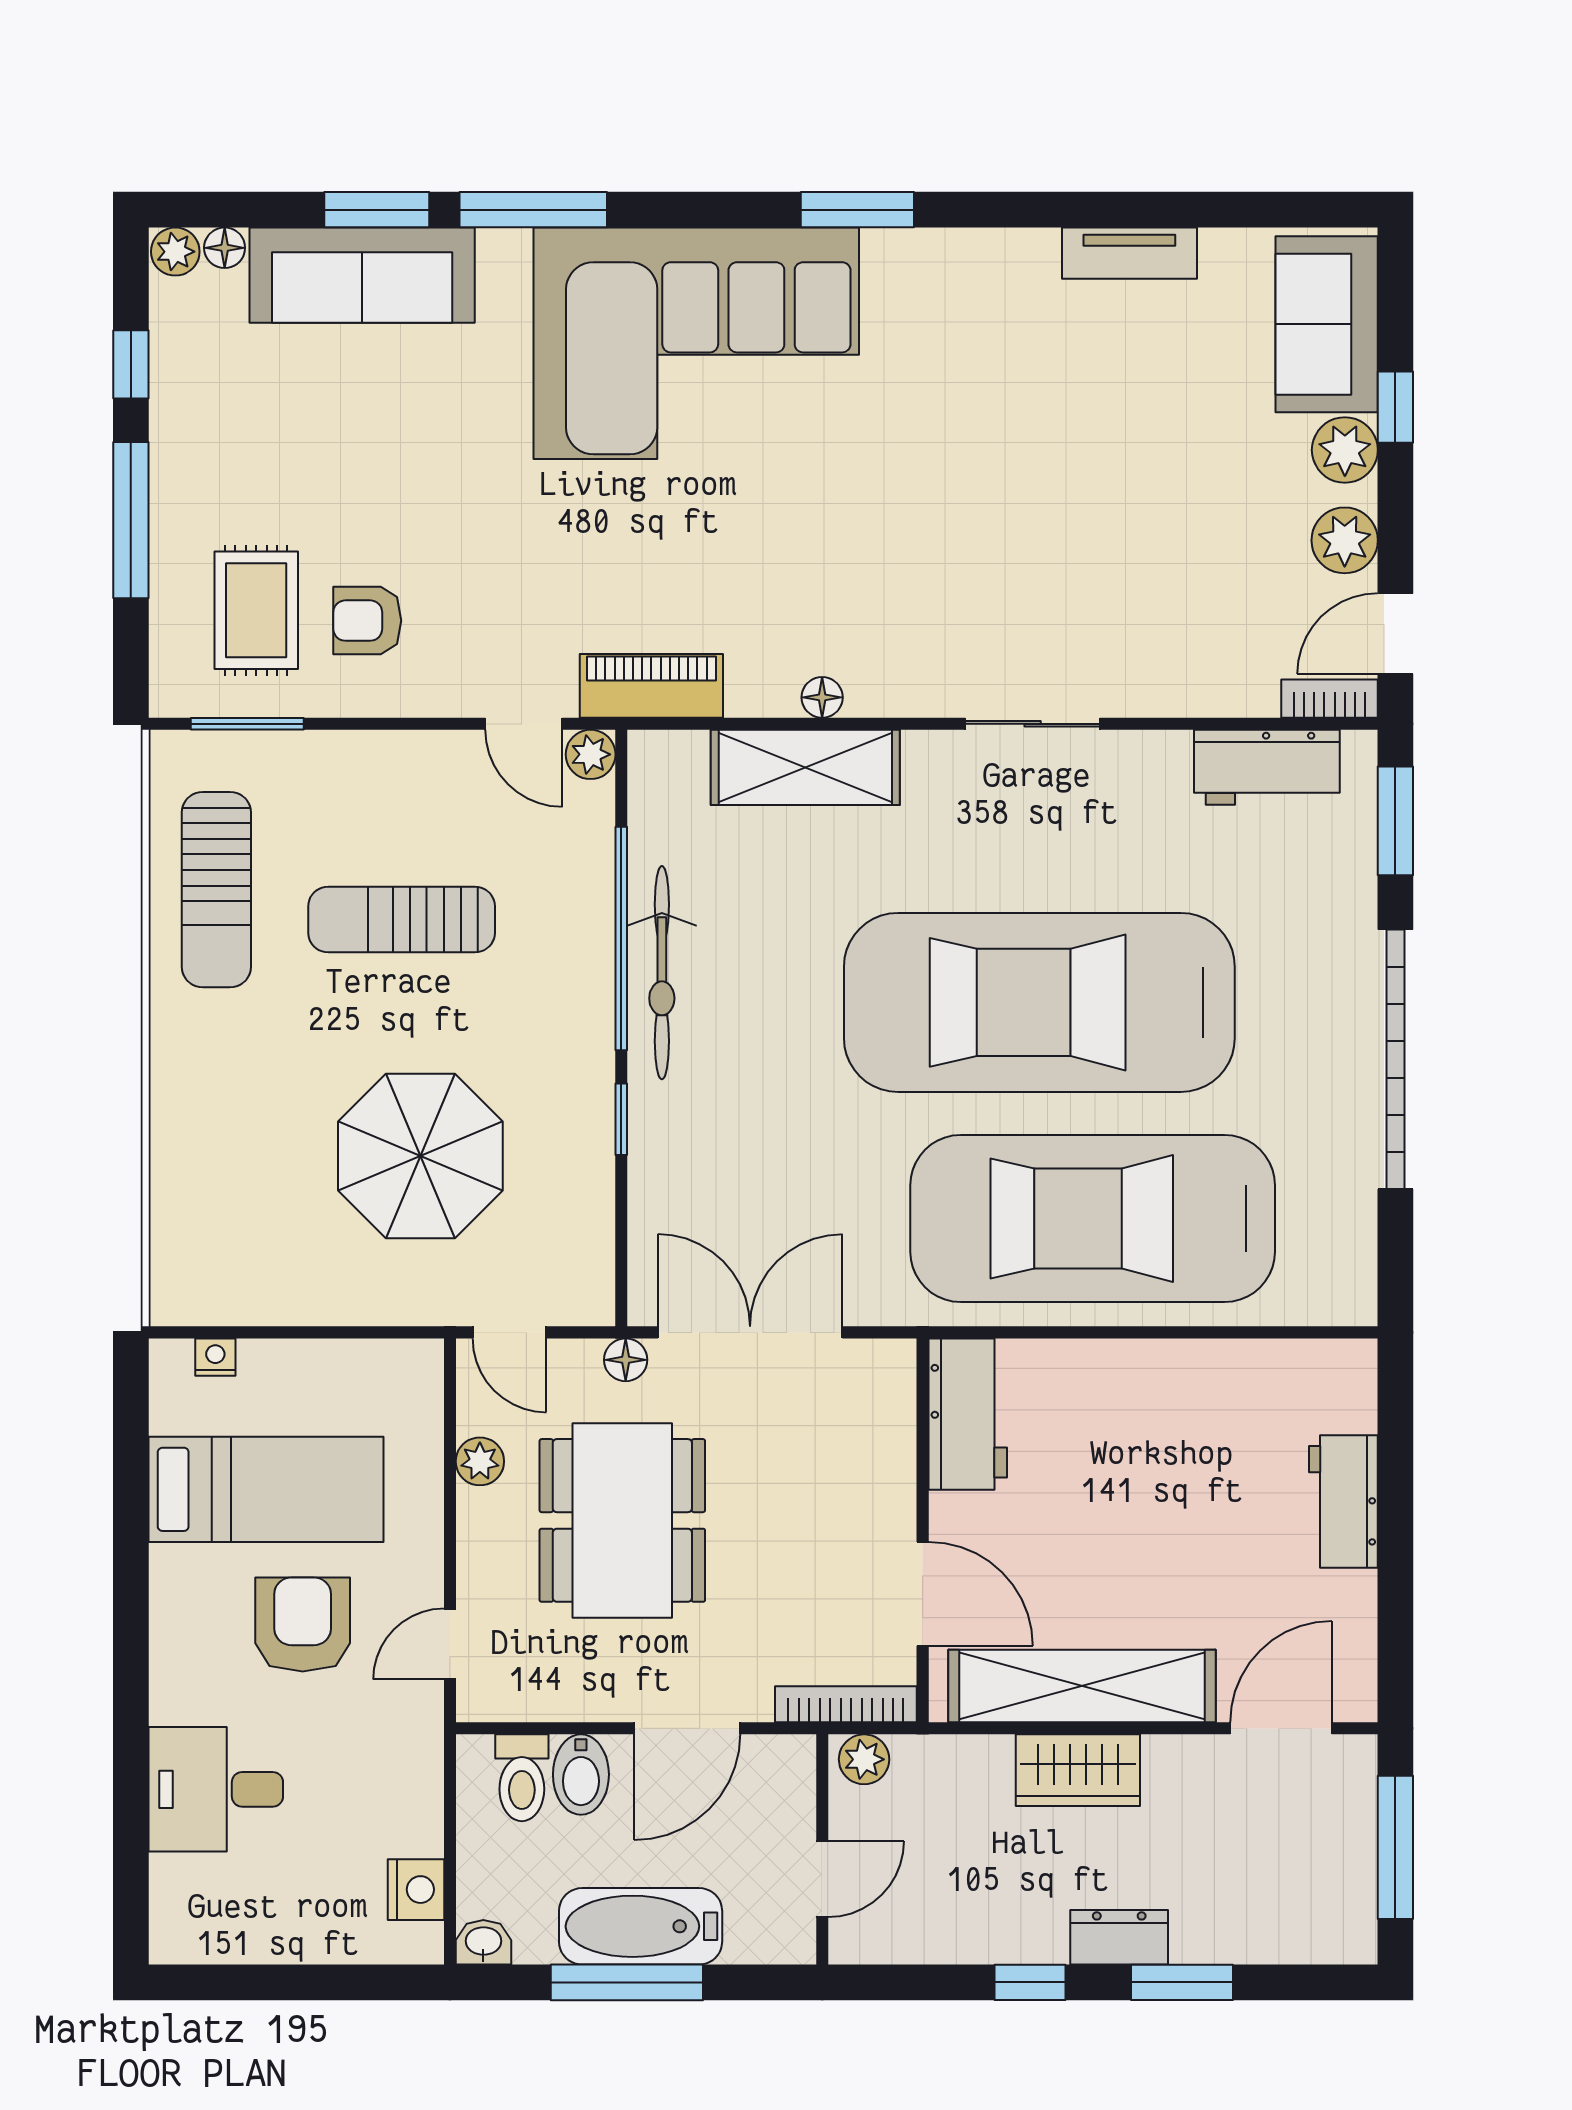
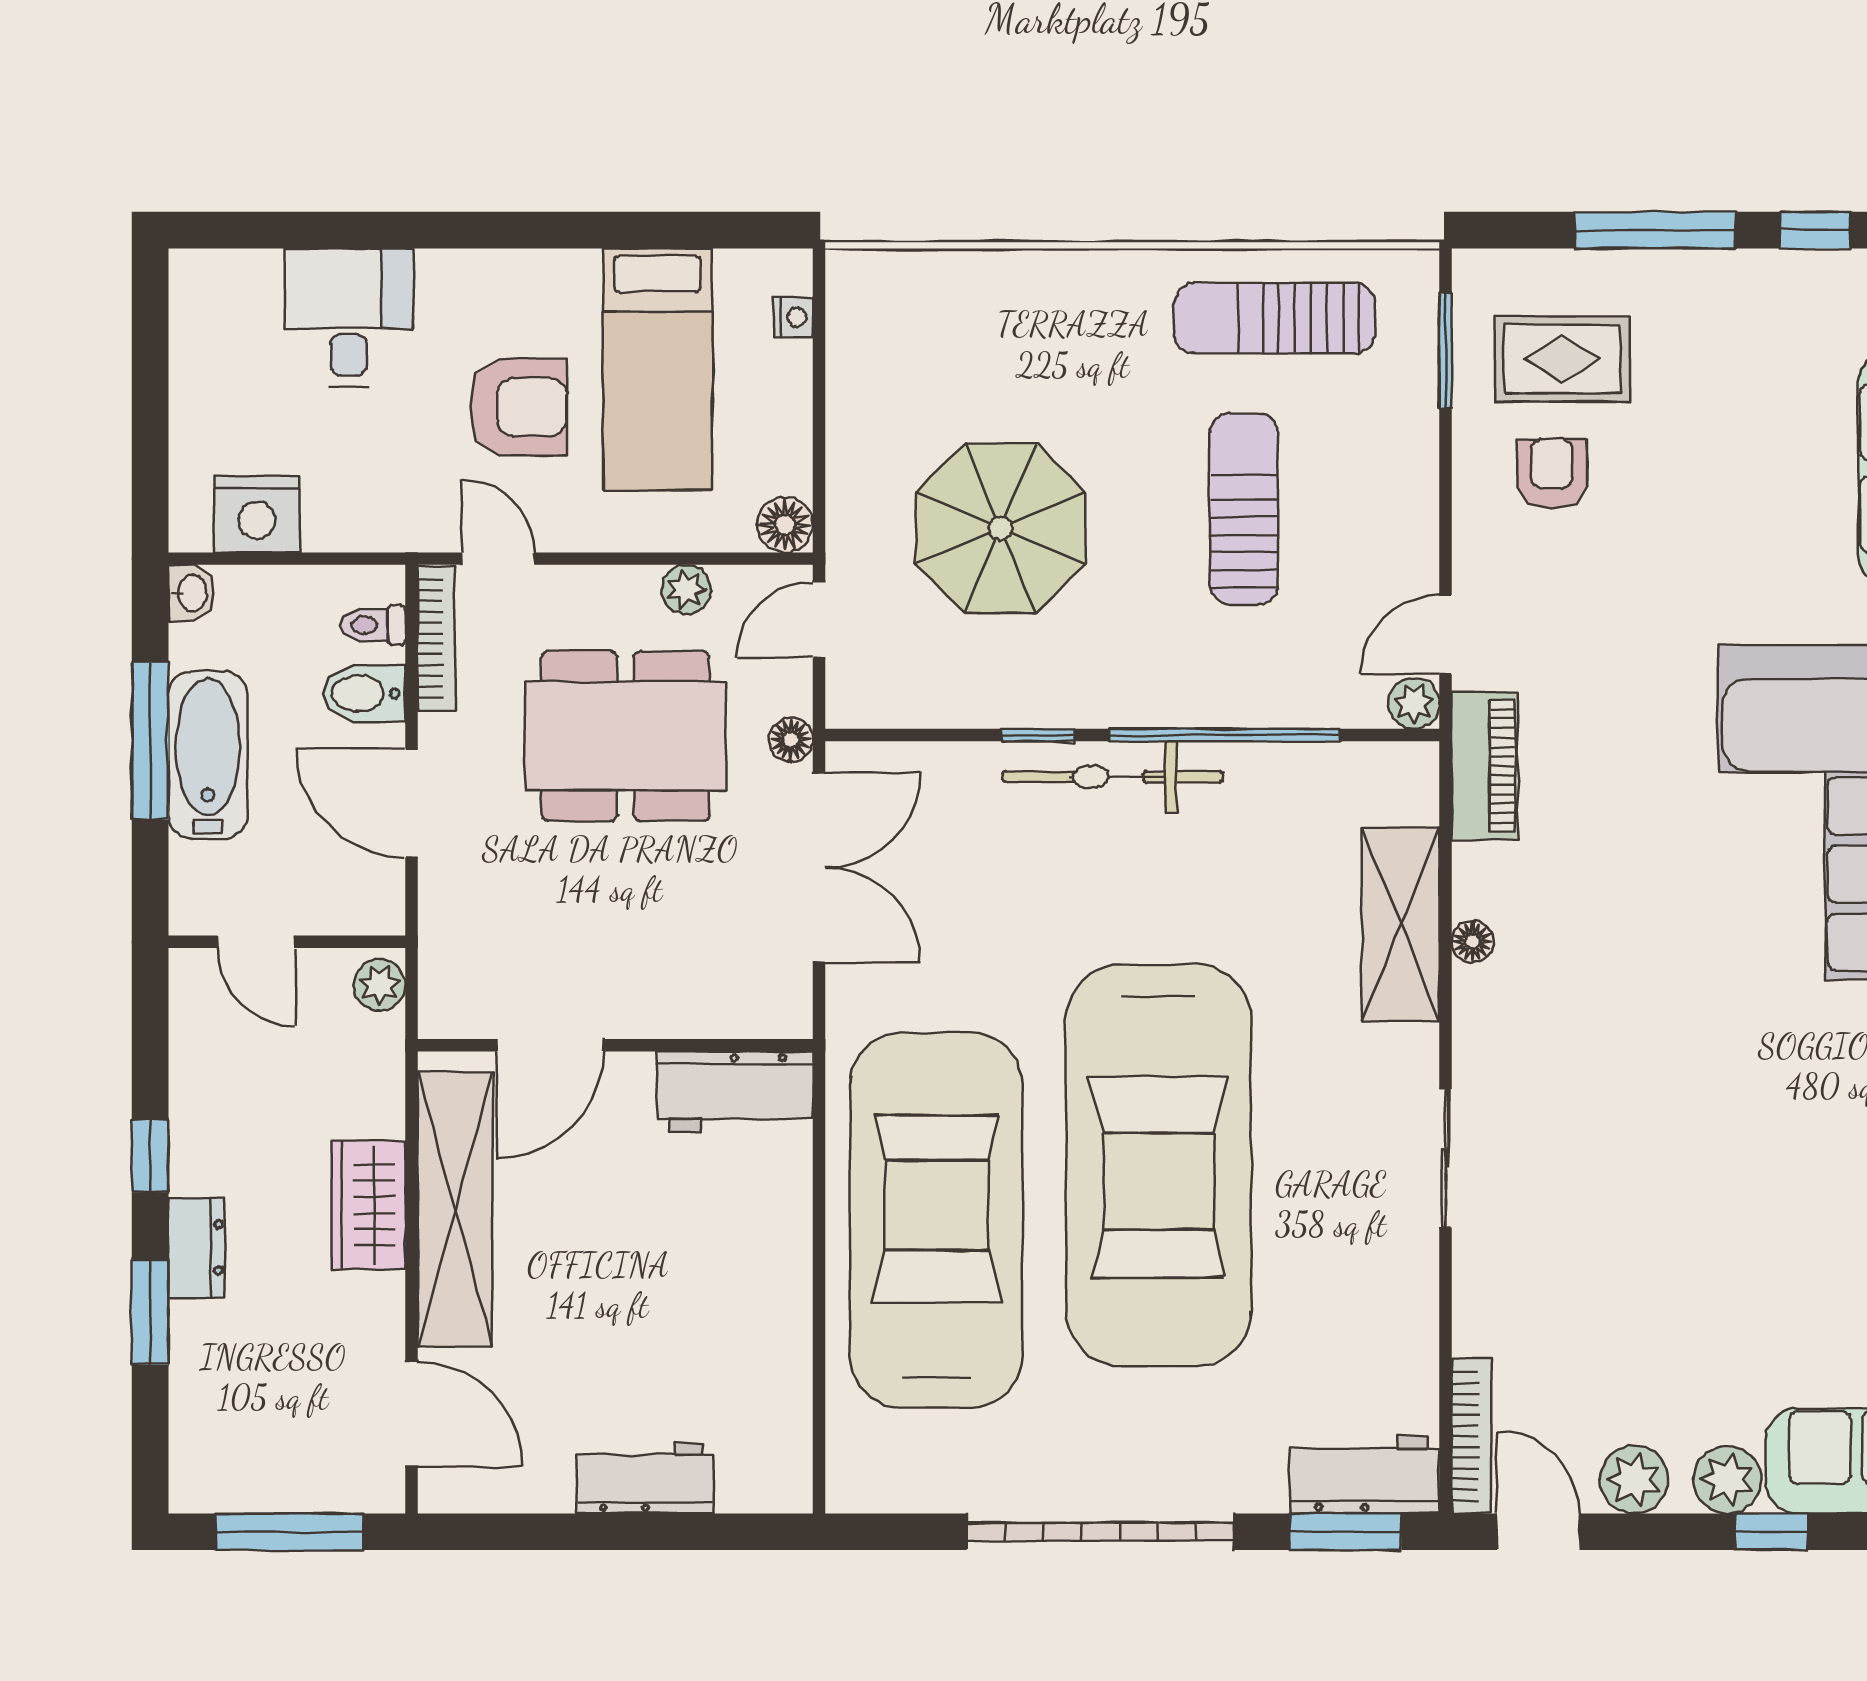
bookcase: (1329, 699) -> (1471, 1436), width x1.56
workbench: (1267, 767) -> (1365, 1475), moved, turned 90
bicycle: (662, 973) -> (1113, 777), moved
car: (1039, 1002) -> (1159, 1165), turned 180
floor lamp: (417, 1365) -> (785, 525), added
bookcase: (846, 1704) -> (436, 638), moved
toilet: (522, 1778) -> (373, 625), width x0.73, depth x0.72
nightstand: (416, 1890) -> (257, 514), width x1.36, depth x1.33

